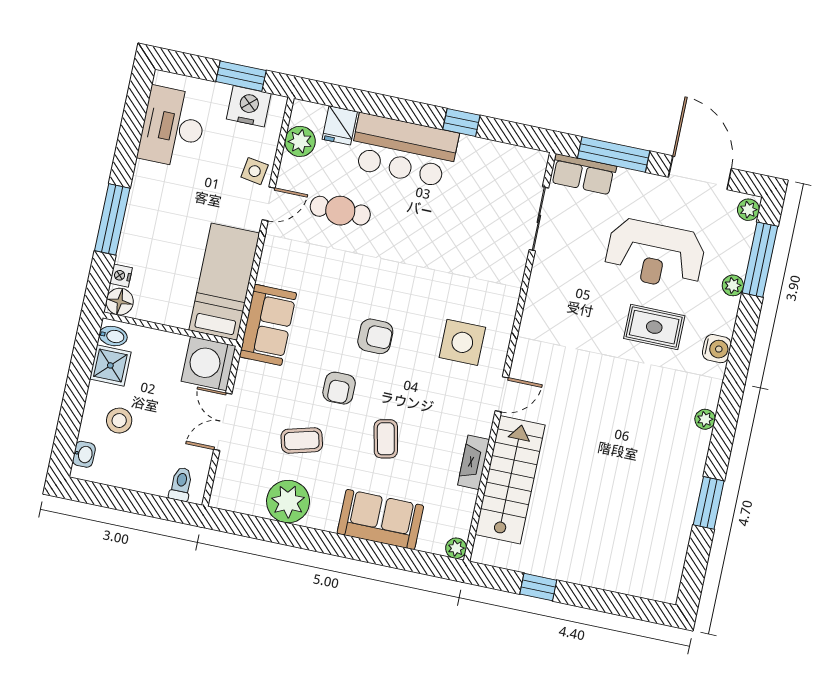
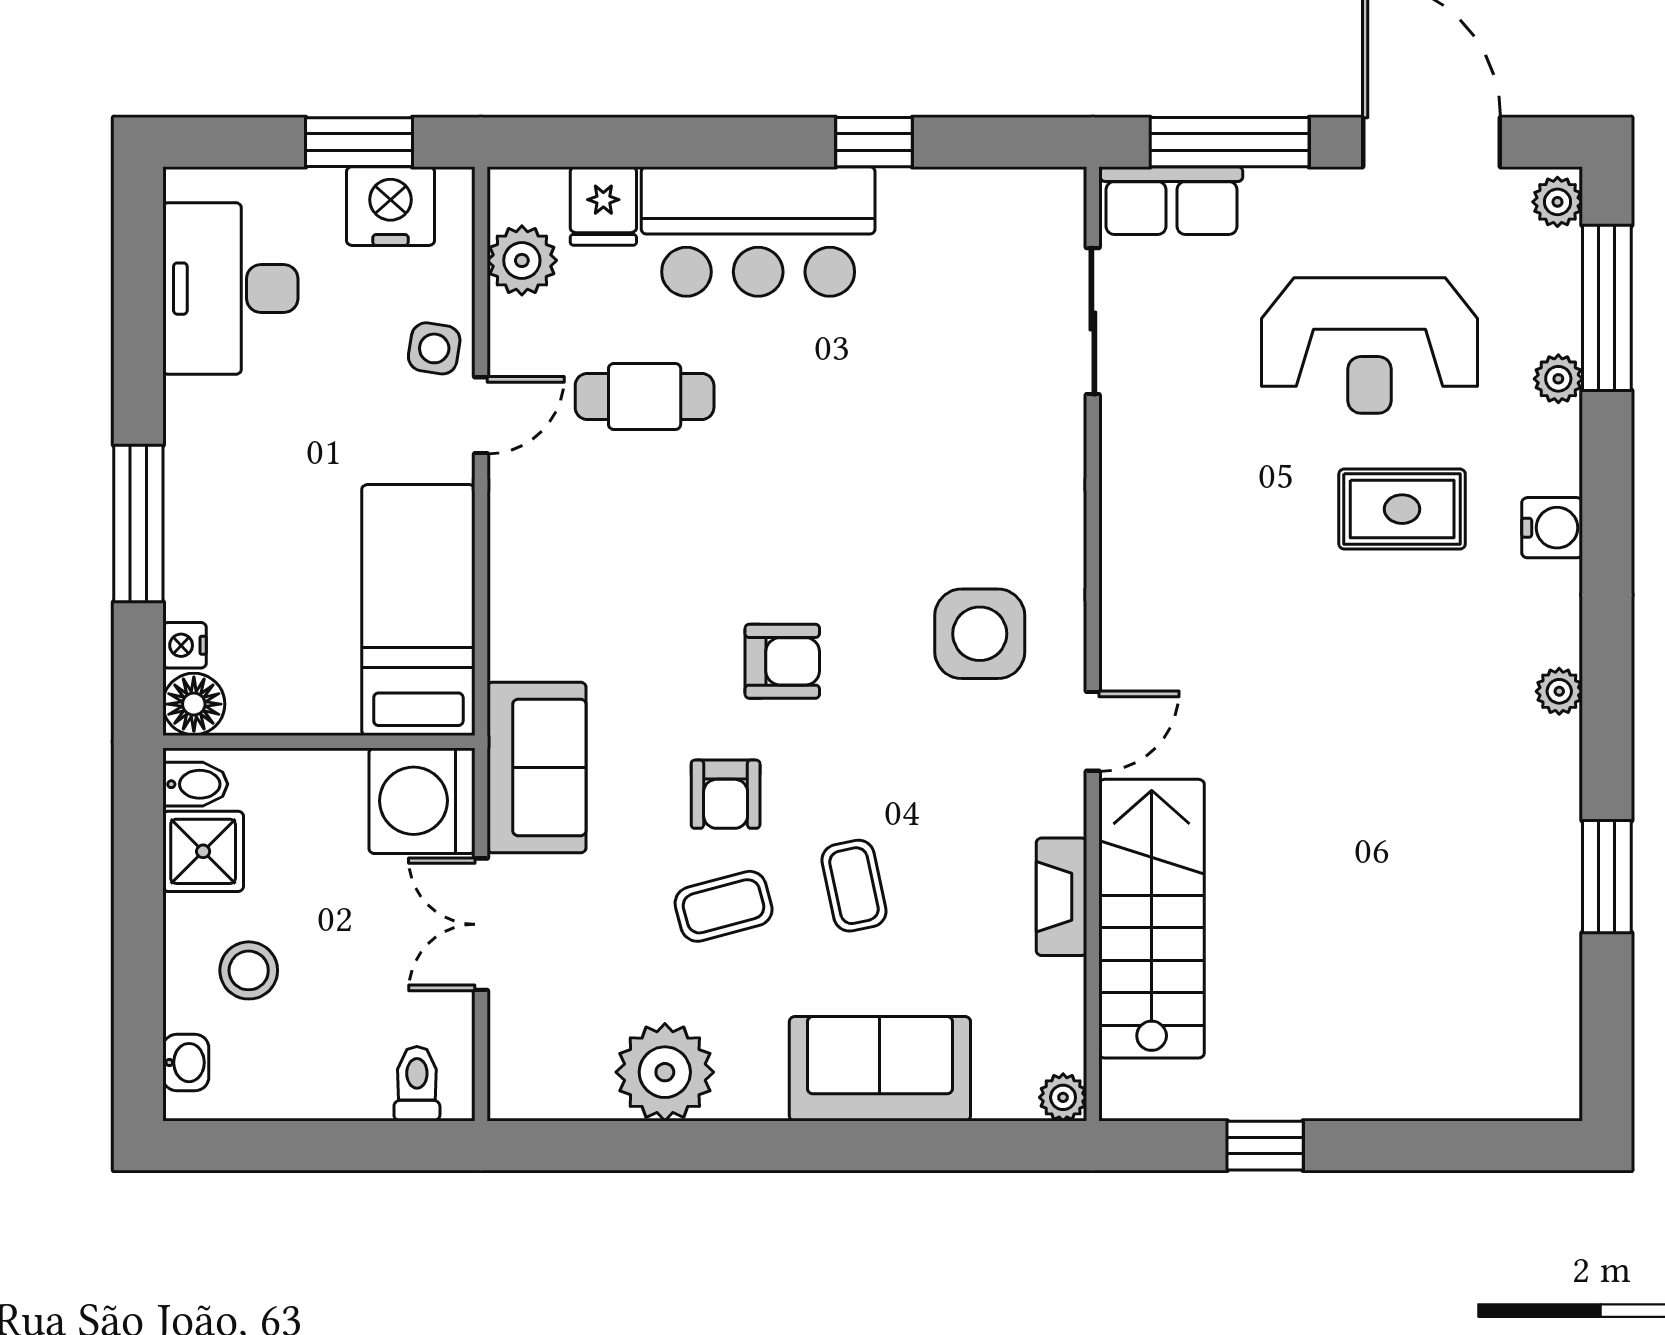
sofa: (268, 325) -> (537, 767), moved
coffee table: (302, 440) -> (724, 906), moved

